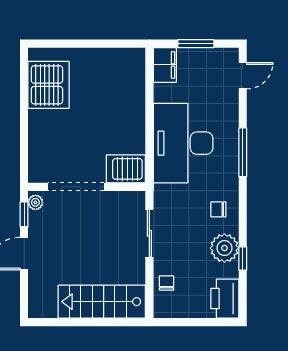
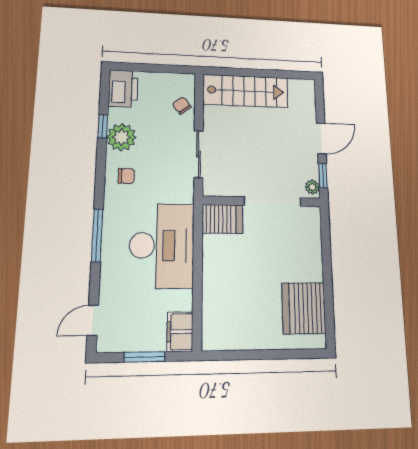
chair: (167, 283) -> (182, 106), turned 142

